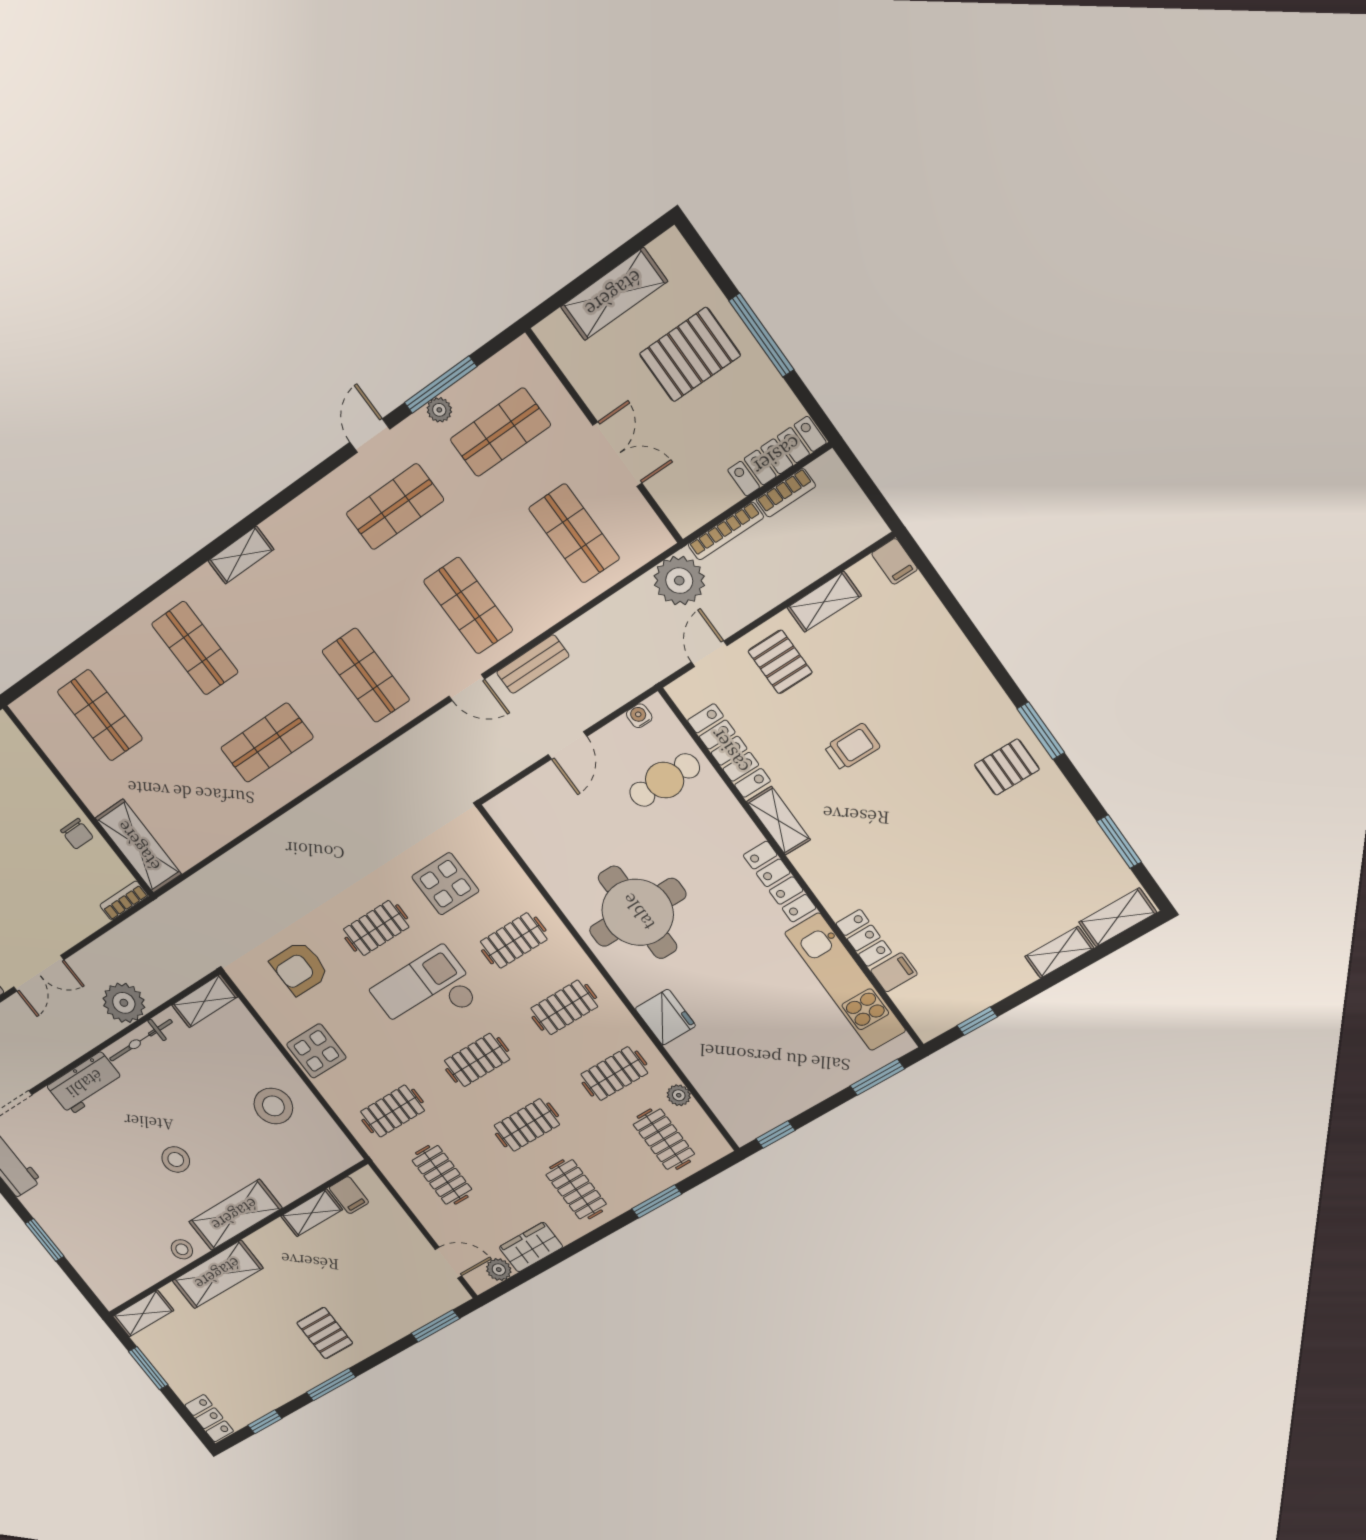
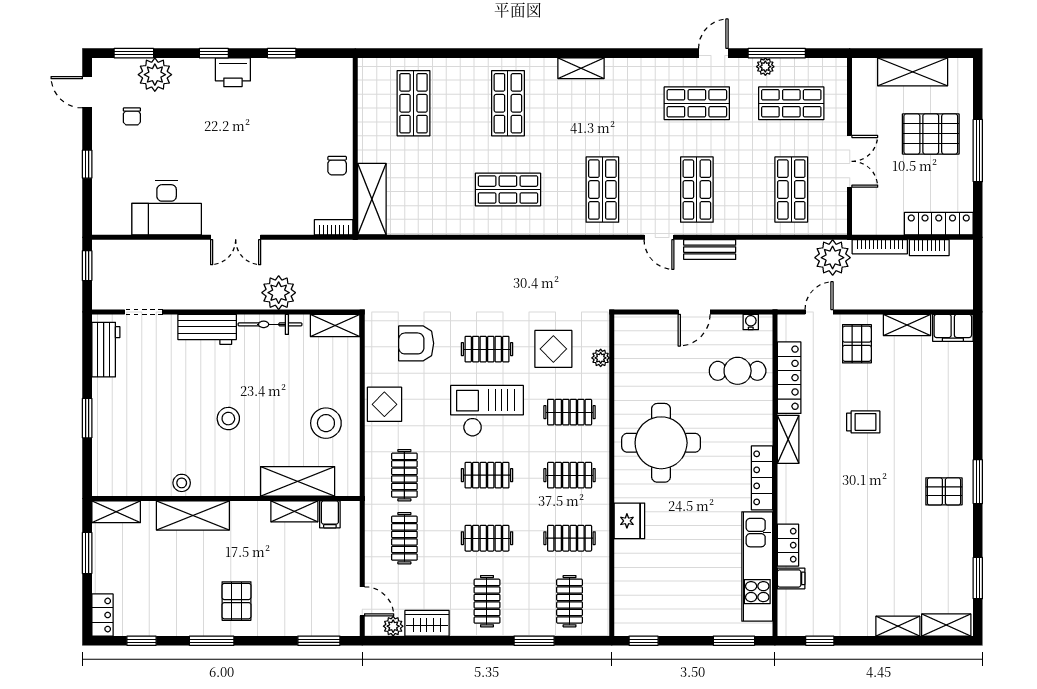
filing cabinet: (895, 561) -> (953, 328), width x2.00
plant: (679, 1095) -> (601, 358), moved
clothes rail: (392, 1111) -> (404, 475), turned 90
shelving: (235, 1215) -> (298, 481), moved

